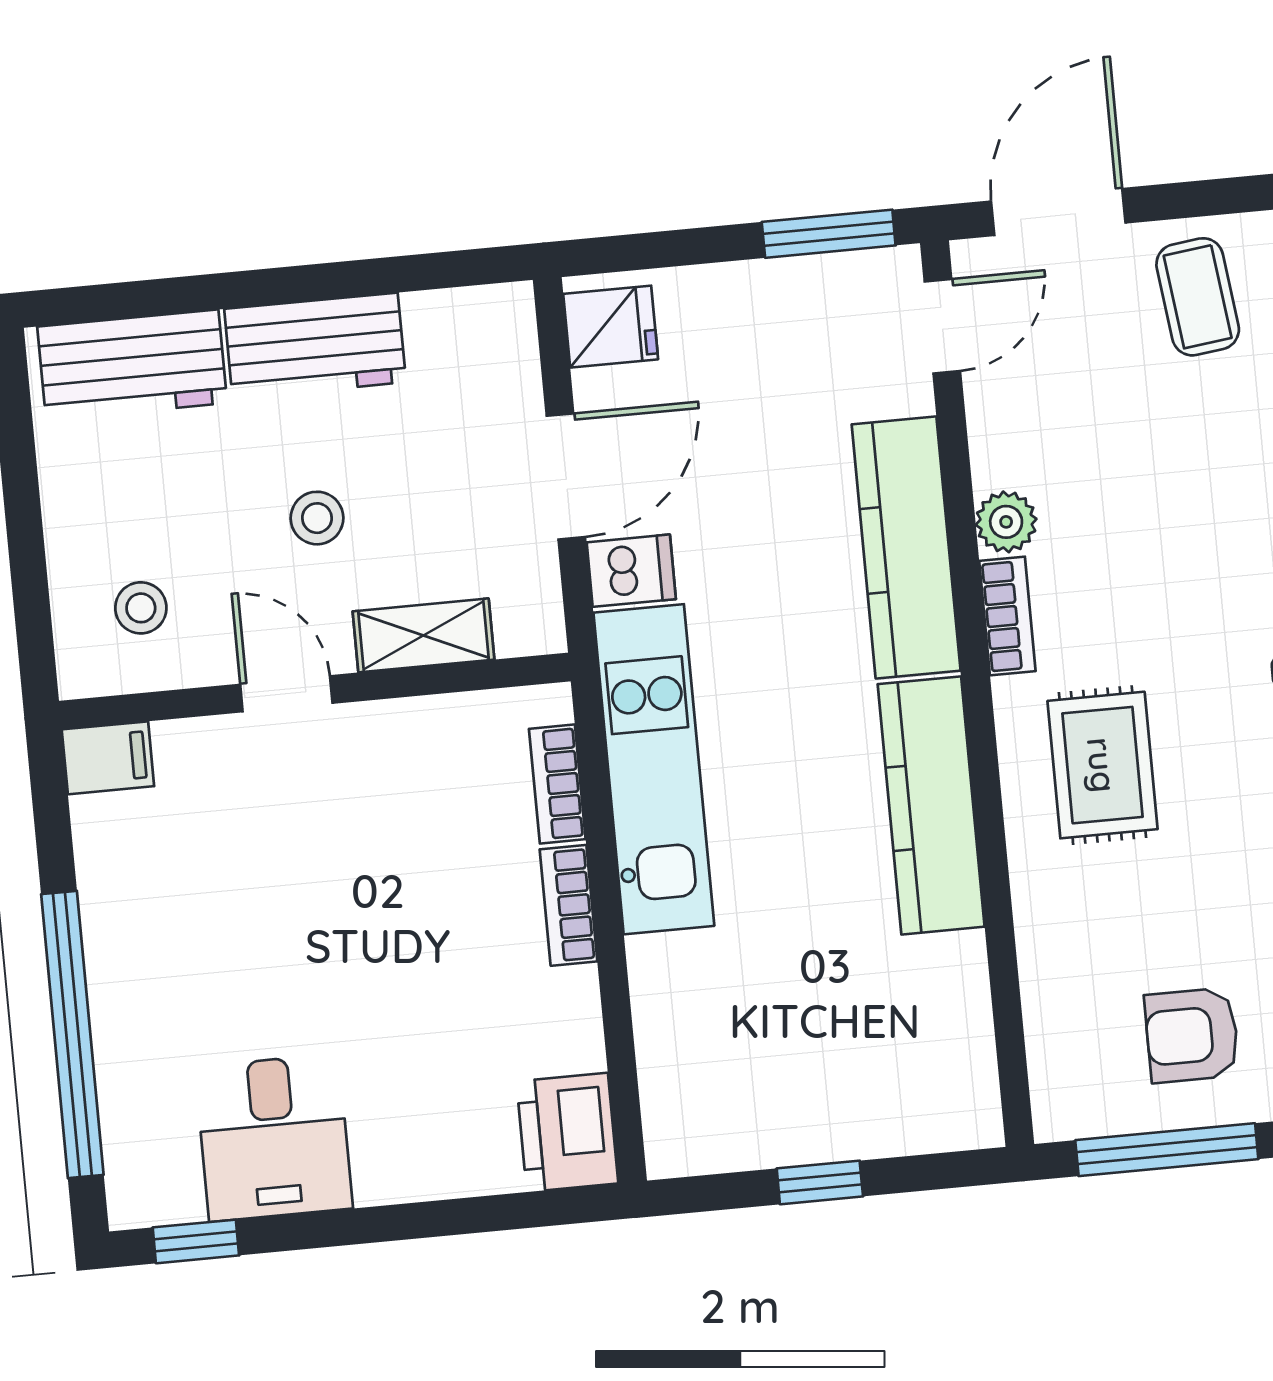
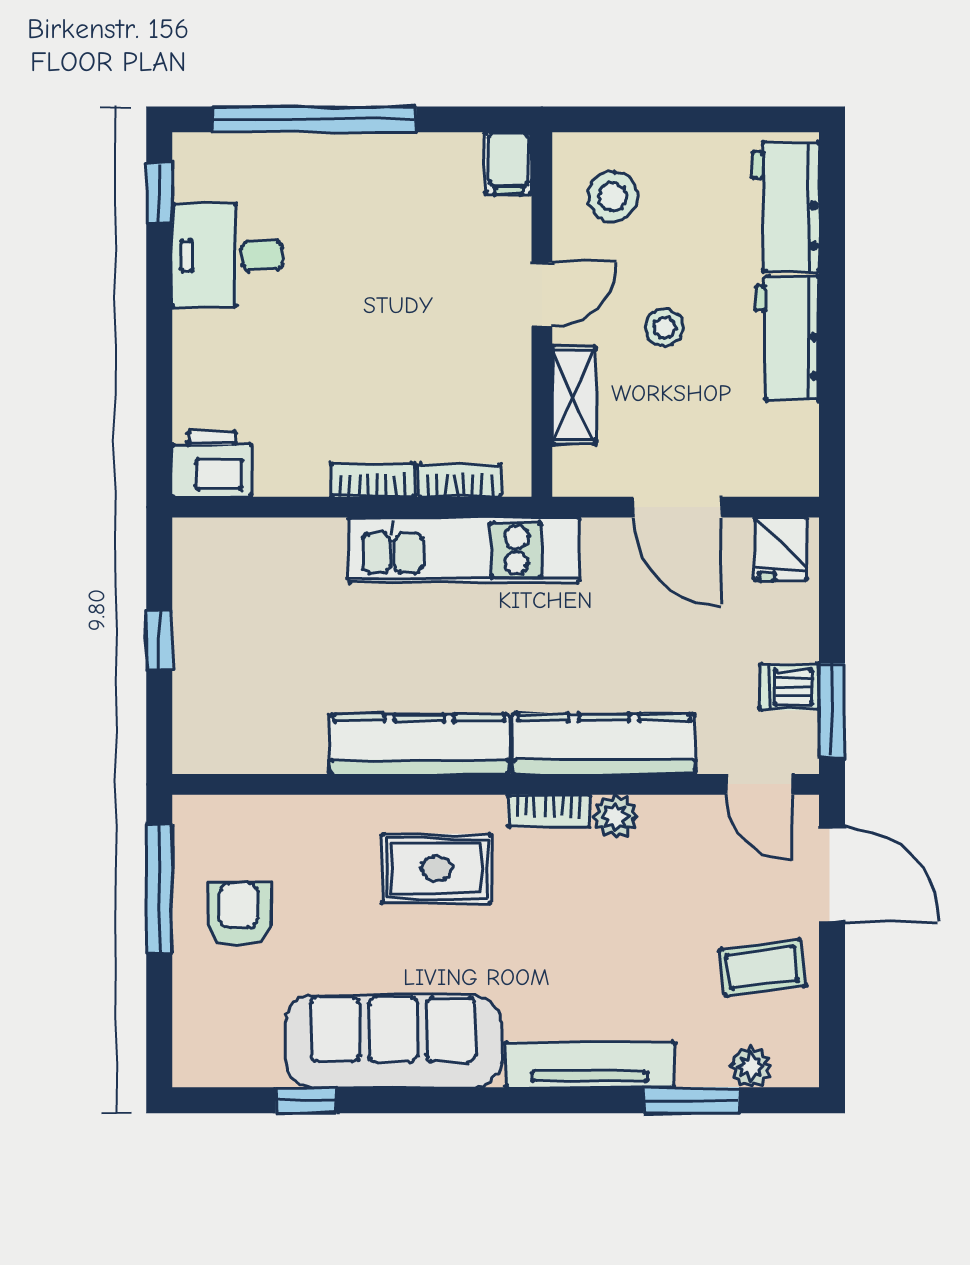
dishwasher: (631, 571) -> (789, 687), moved, turned 90
stool: (141, 608) -> (613, 197), width x1.37, depth x1.37

